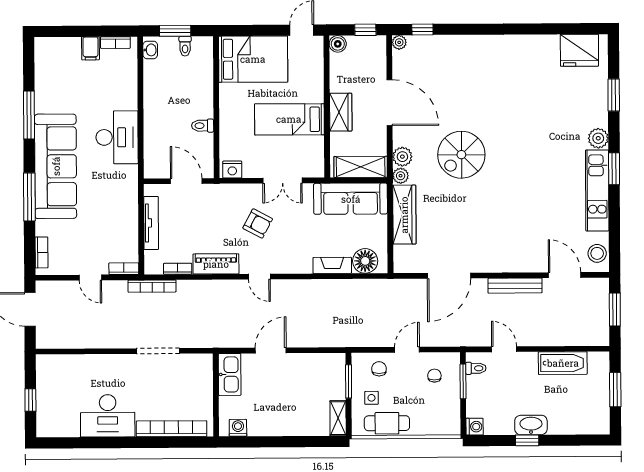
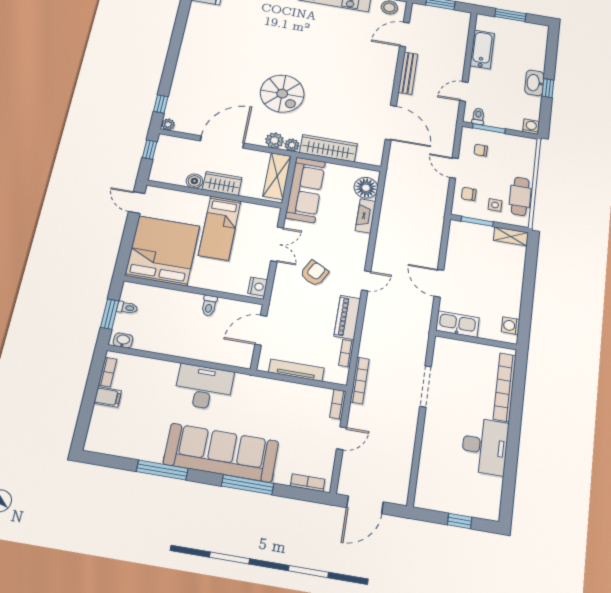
boiler: (338, 44) -> (194, 181), moved
bed: (253, 59) -> (163, 251), width x1.36

